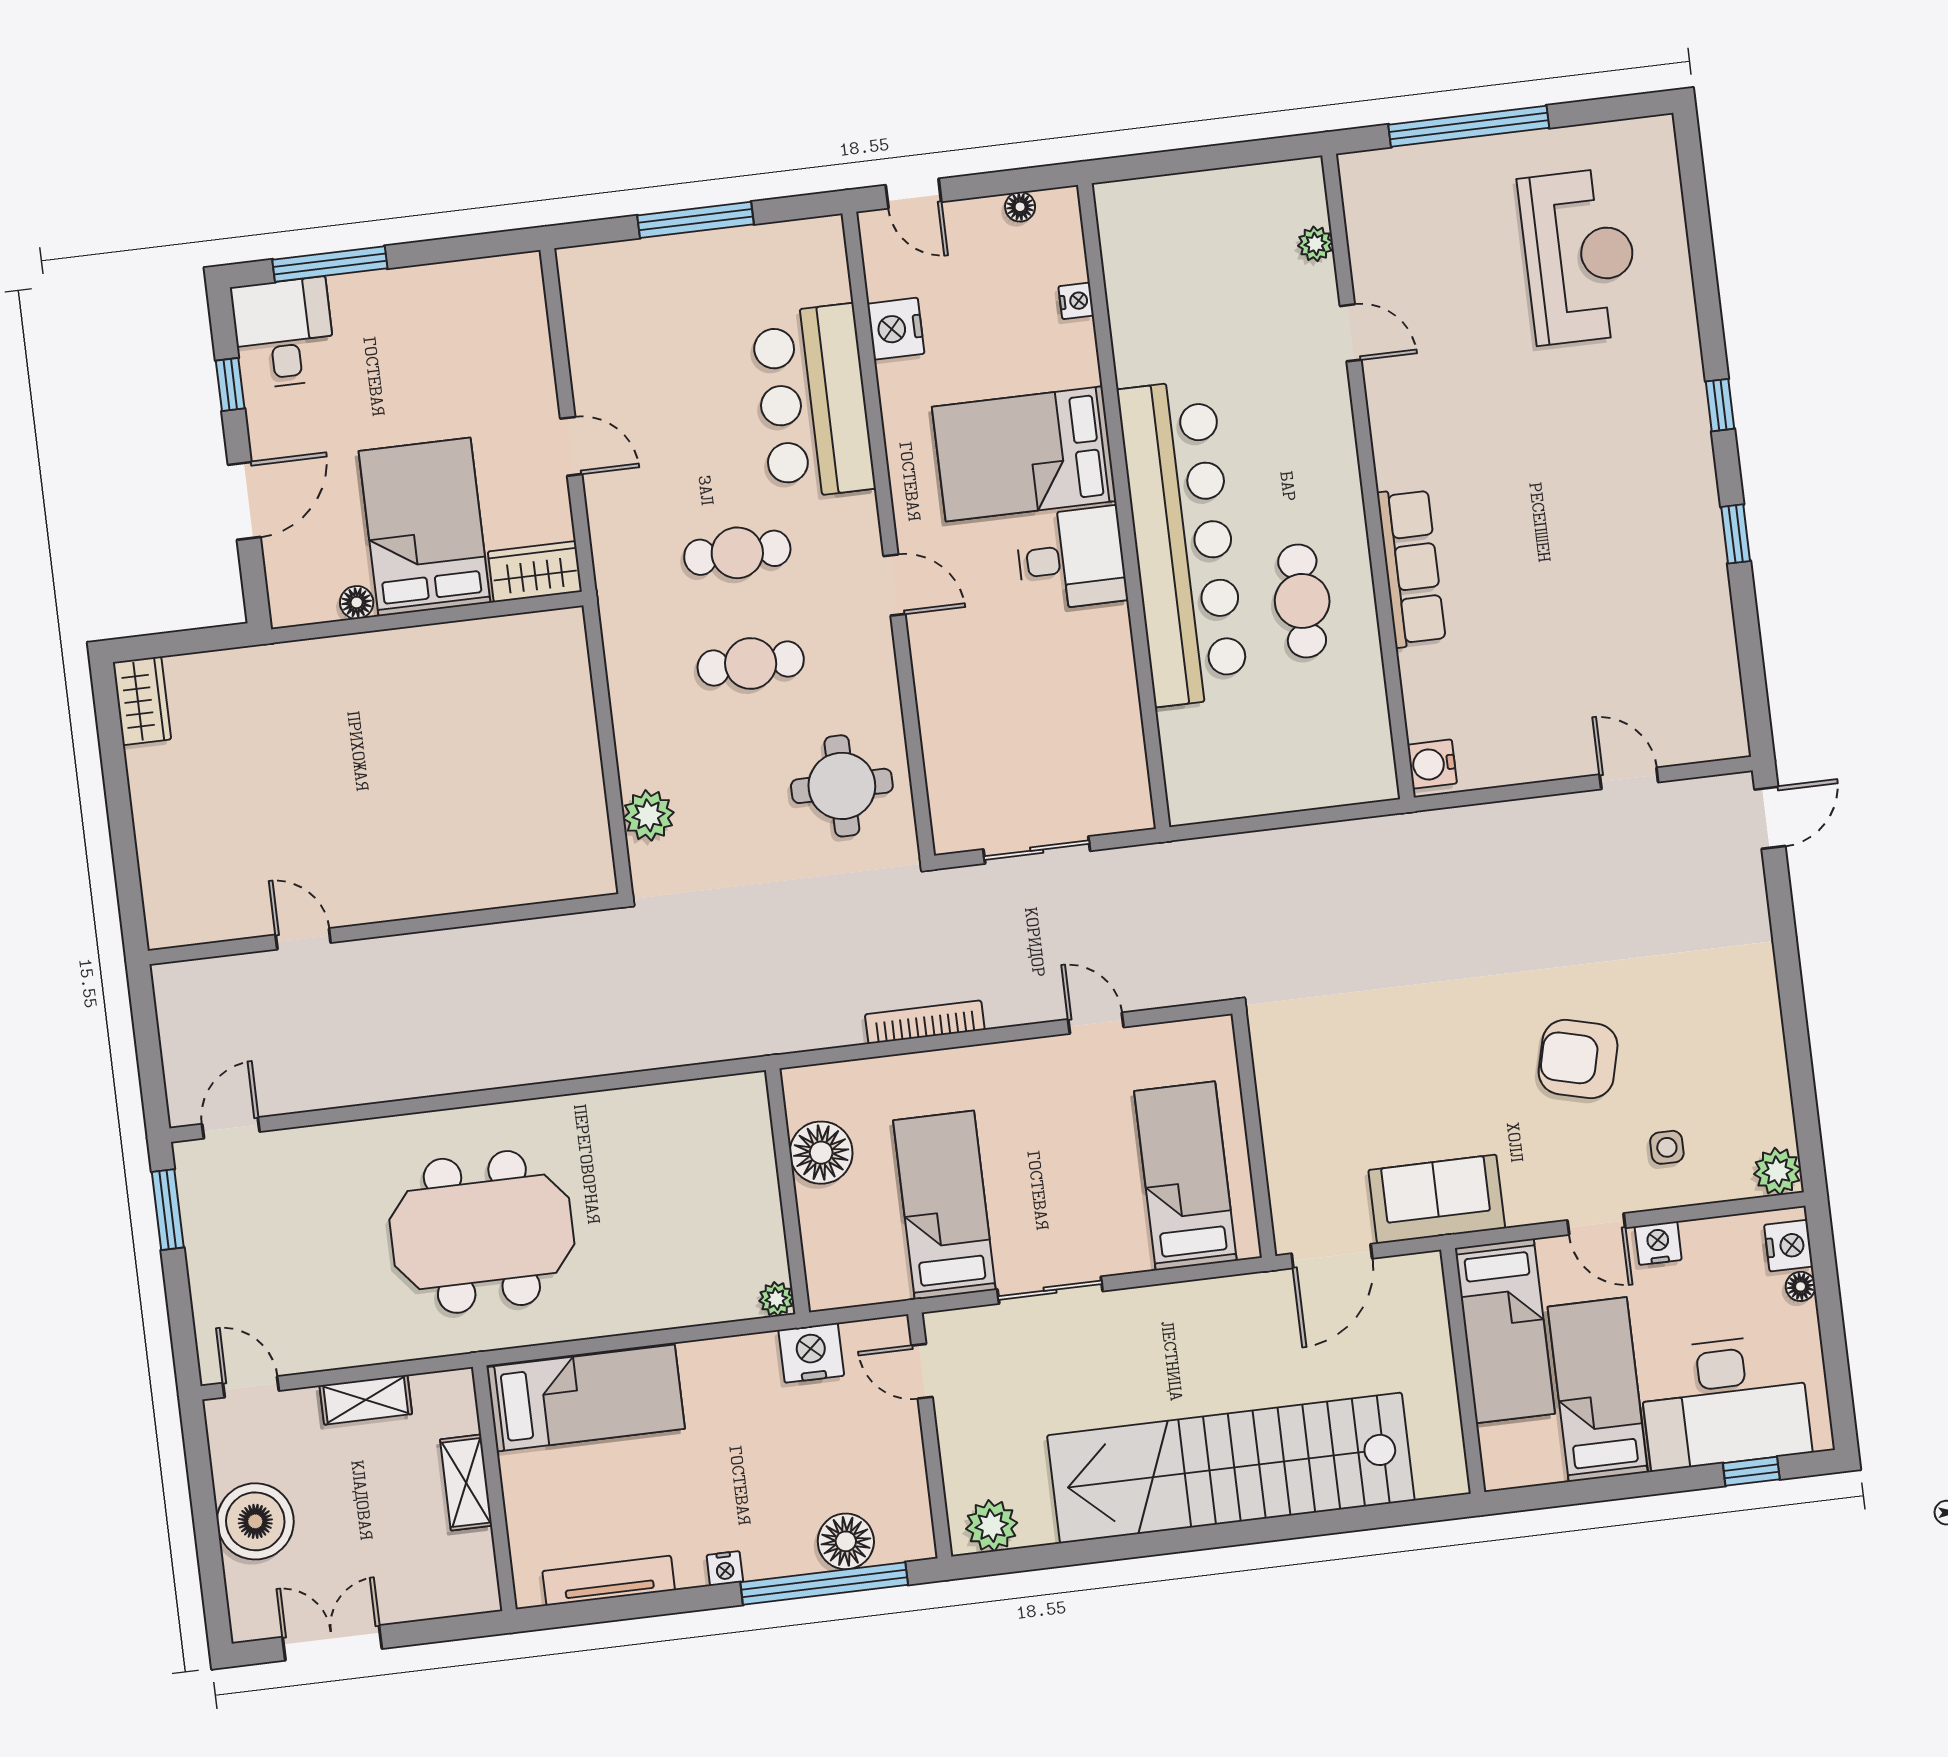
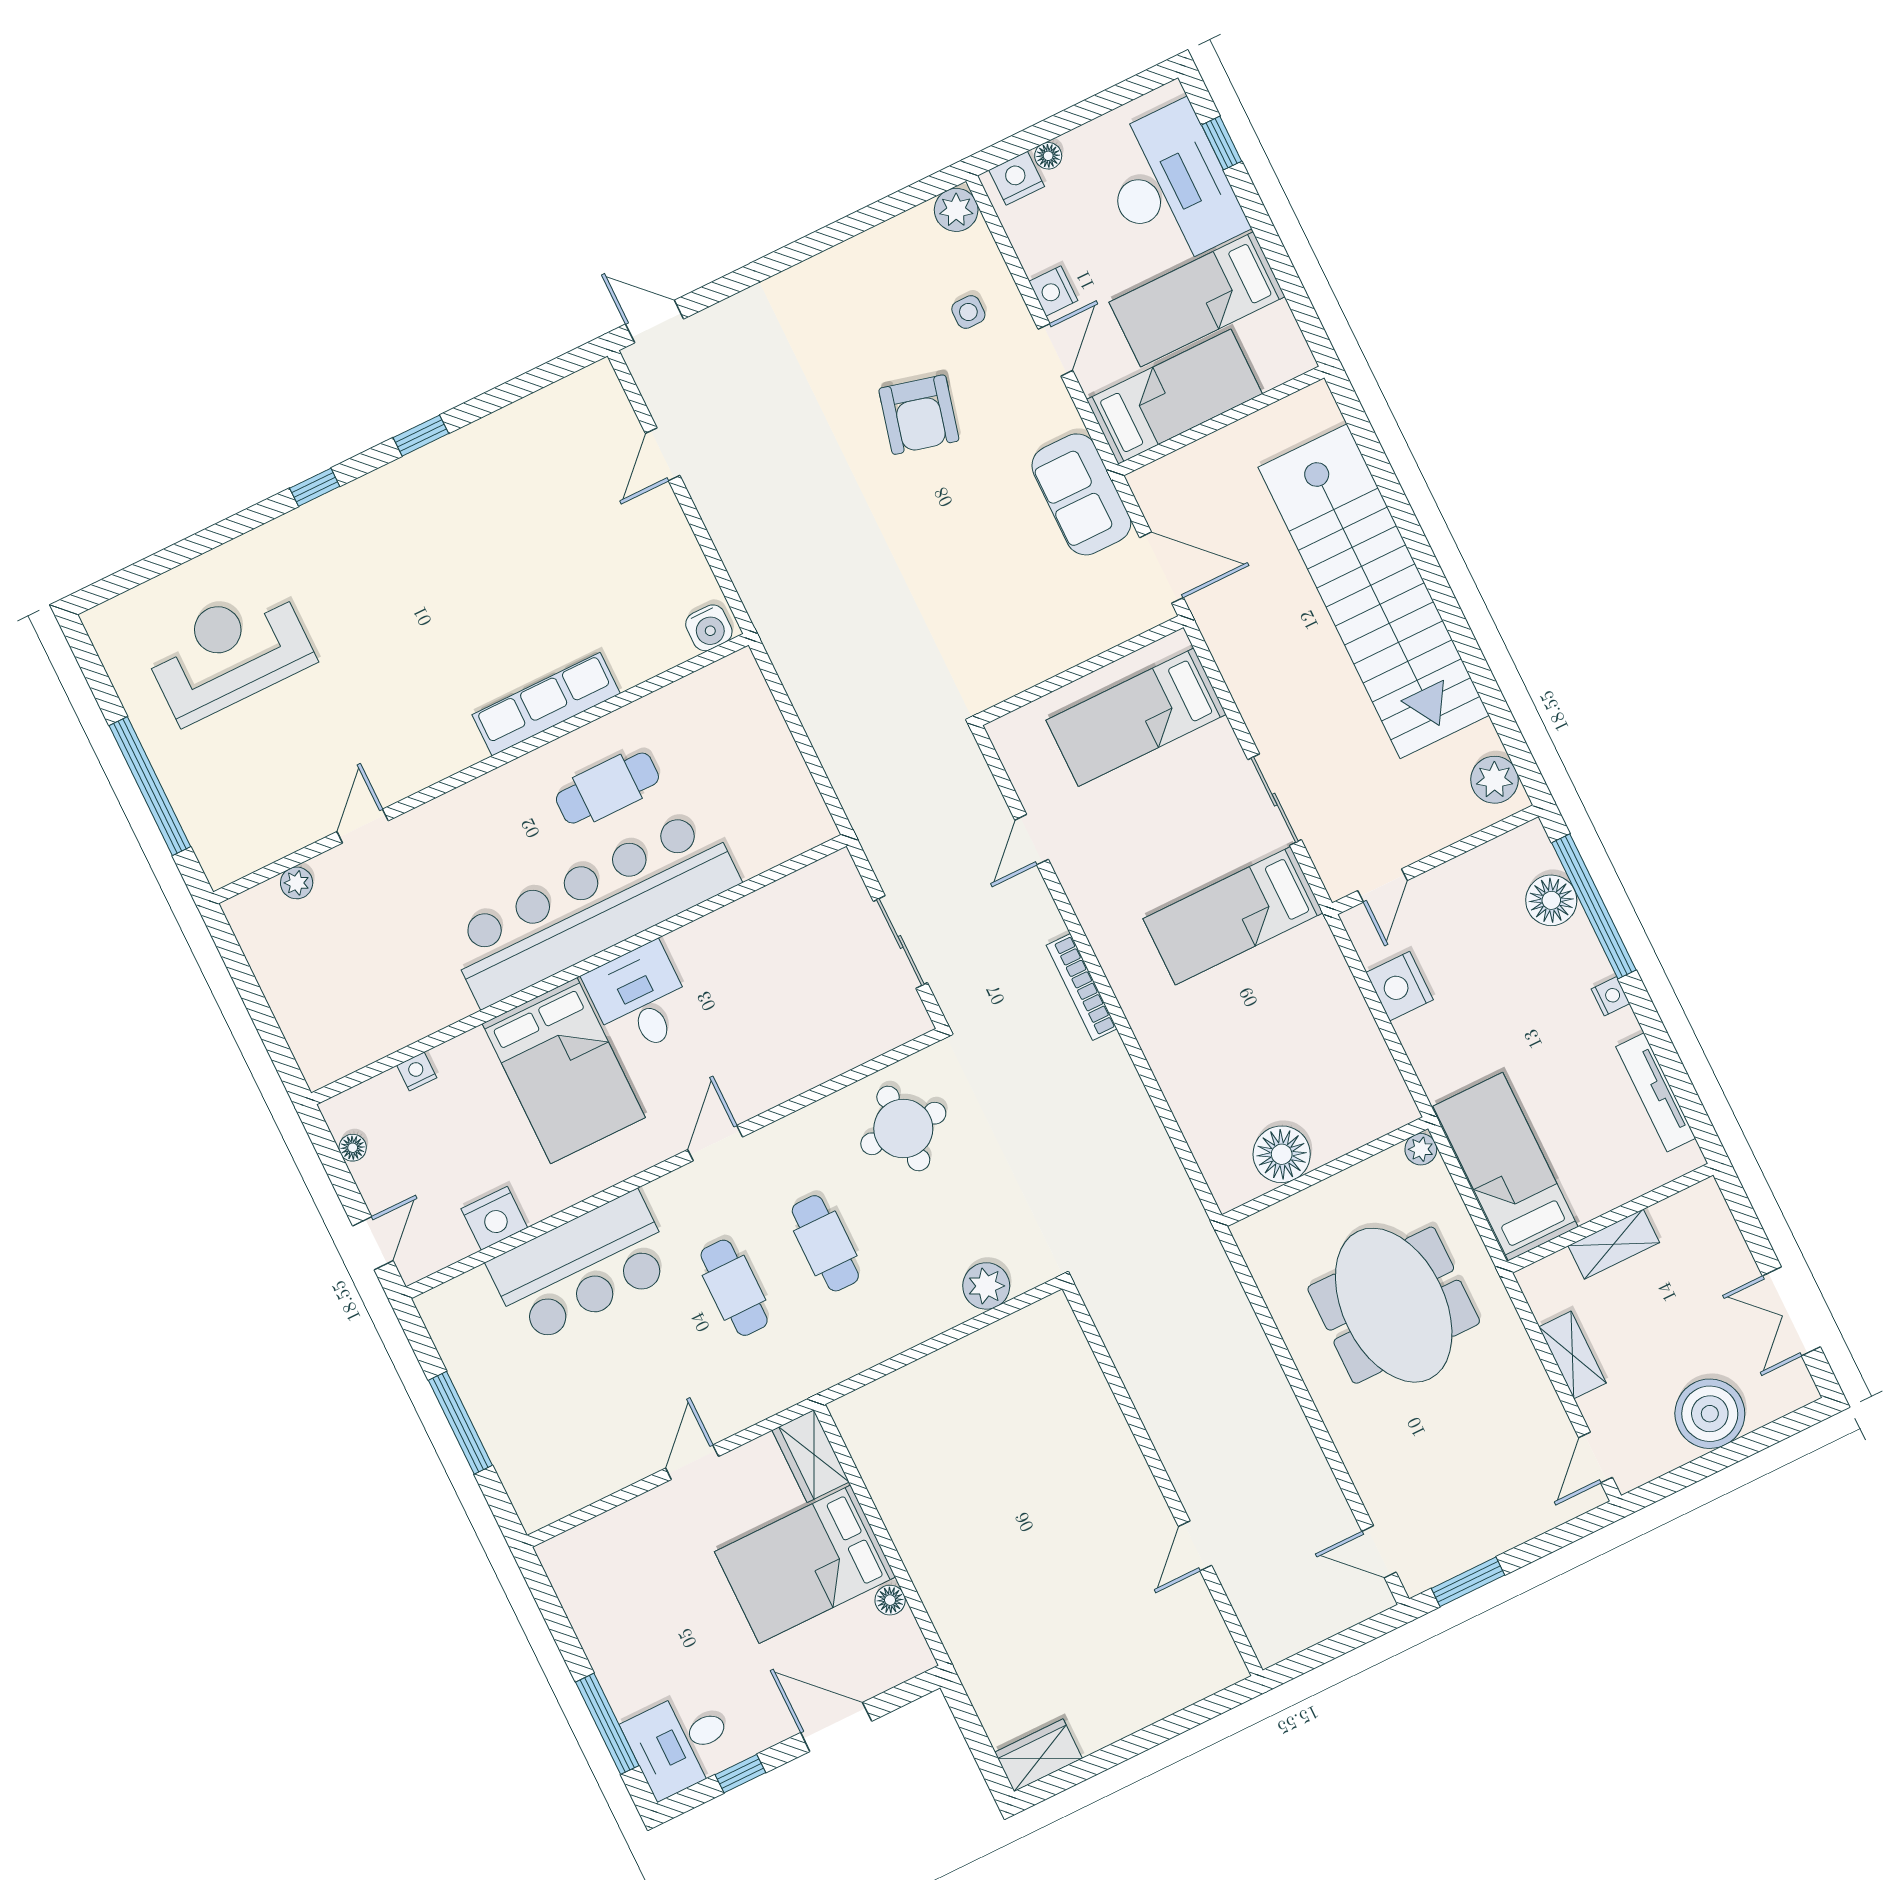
floor lamp: (821, 1153) -> (1282, 1154), moved
wall: (787, 1191) -> (1325, 1172), moved
plant: (776, 1299) -> (1421, 1149), moved

